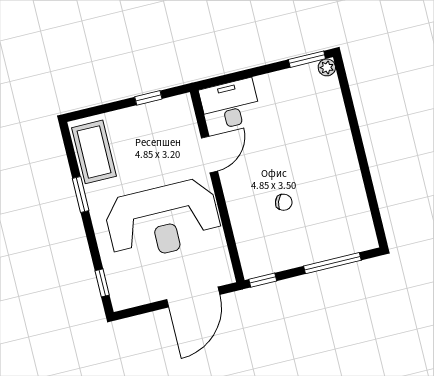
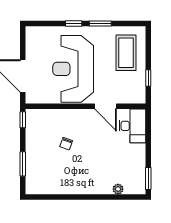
plant: (327, 67) -> (118, 189), moved
coffee table: (94, 152) -> (126, 53), moved, turned 90
window: (332, 263) -> (23, 164), width x0.69
window: (102, 283) -> (74, 23), moved

